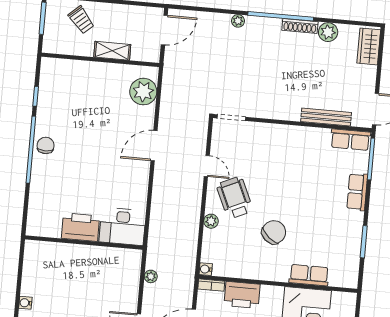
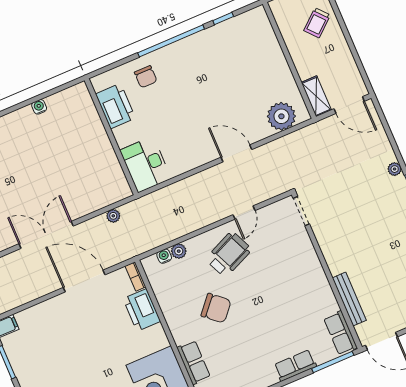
shelving: (112, 51) -> (316, 96), moved
chair: (46, 145) -> (146, 77), moved, turned 90
plant: (211, 221) -> (179, 251), moved
printer: (81, 227) -> (115, 106), moved
water cooler: (206, 269) -> (164, 256), moved
water cooler: (25, 303) -> (39, 107), moved

